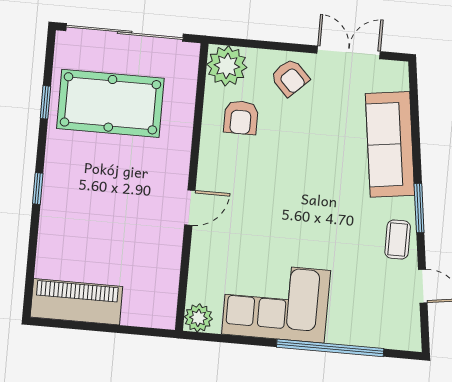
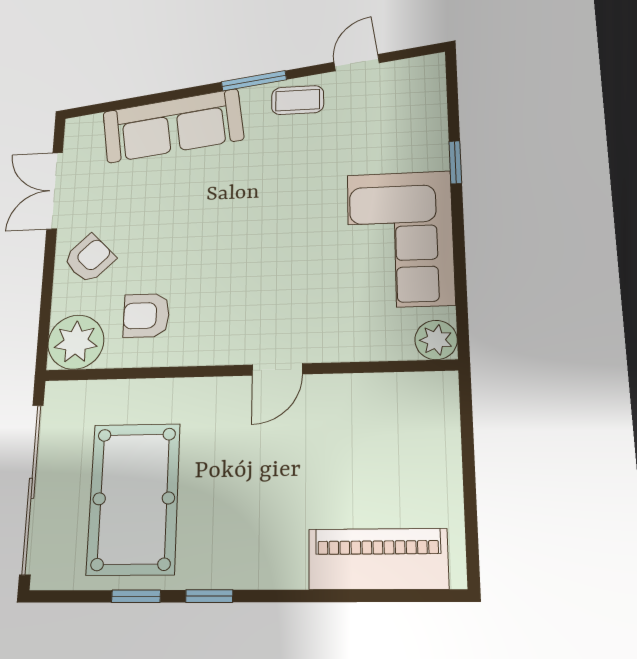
armchair: (241, 118) -> (146, 315), turned 180
window: (38, 188) -> (209, 596), moved
door: (190, 208) -> (277, 370), swing flipped
piano: (76, 302) -> (378, 559), moved, turned 90
window: (330, 348) -> (455, 162), width x0.32

